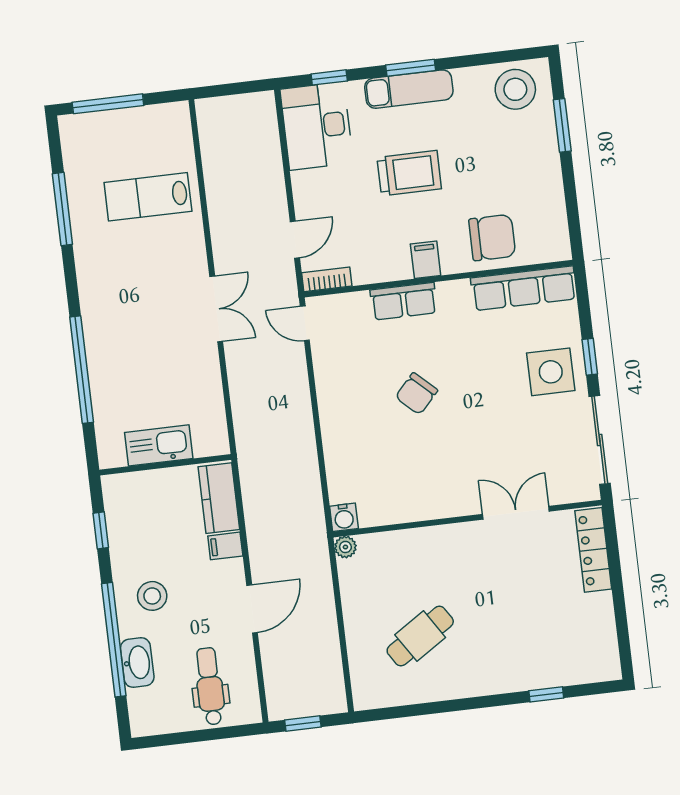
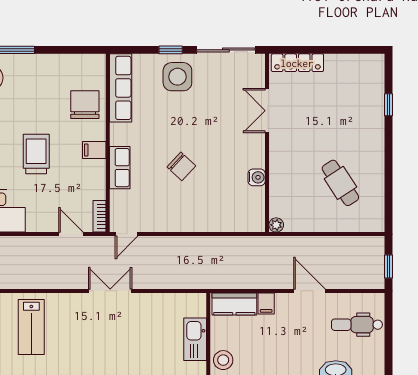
water cooler: (344, 517) -> (257, 177), moved
stool: (152, 596) -> (223, 360), moved

